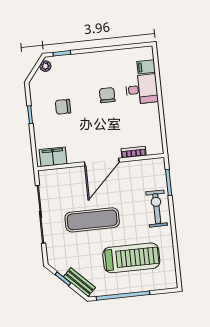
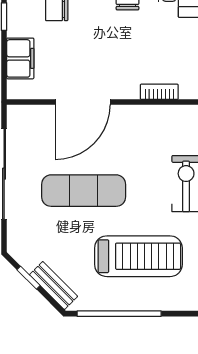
filing cabinet: (53, 157) -> (20, 58), moved, turned 90
door: (102, 162) -> (83, 102), moved

